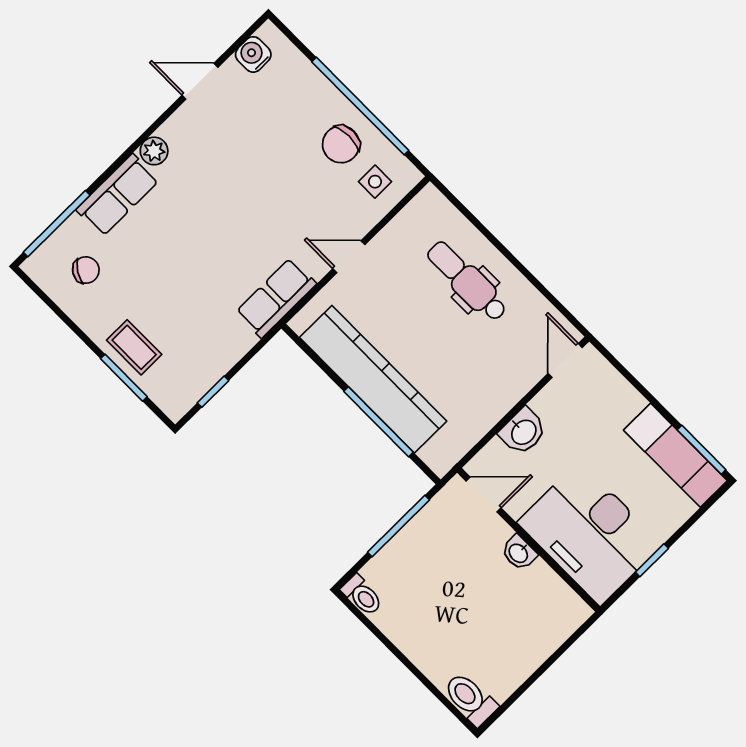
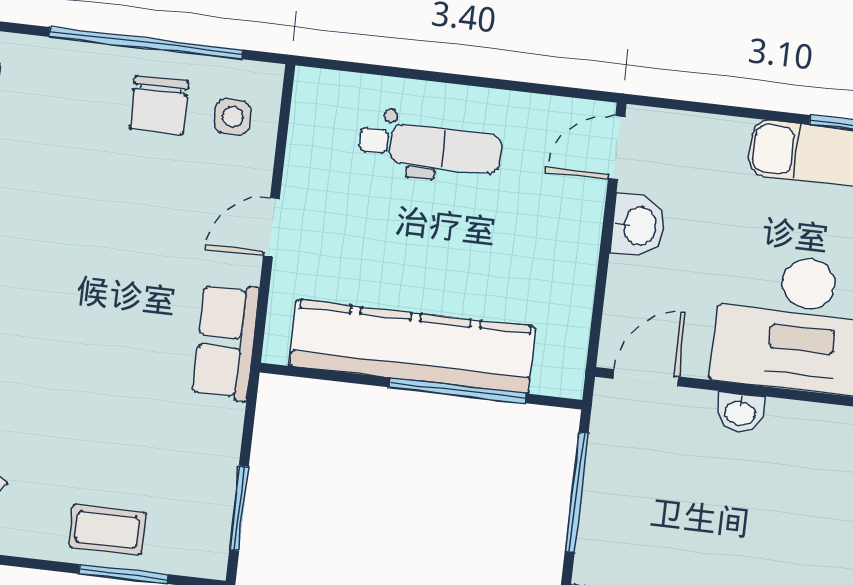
dental chair: (467, 281) -> (430, 147), turned 180
door: (565, 361) -> (617, 148), hinge flipped
window: (213, 392) -> (239, 508), width x1.50
washbasin: (523, 432) -> (638, 226), moved

